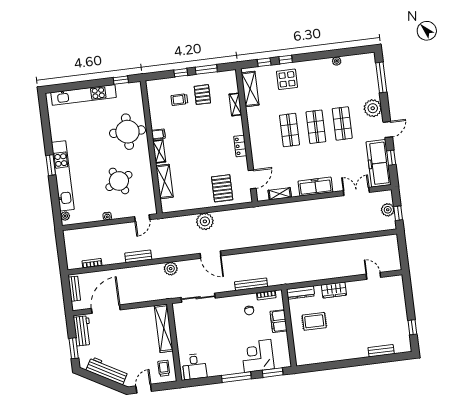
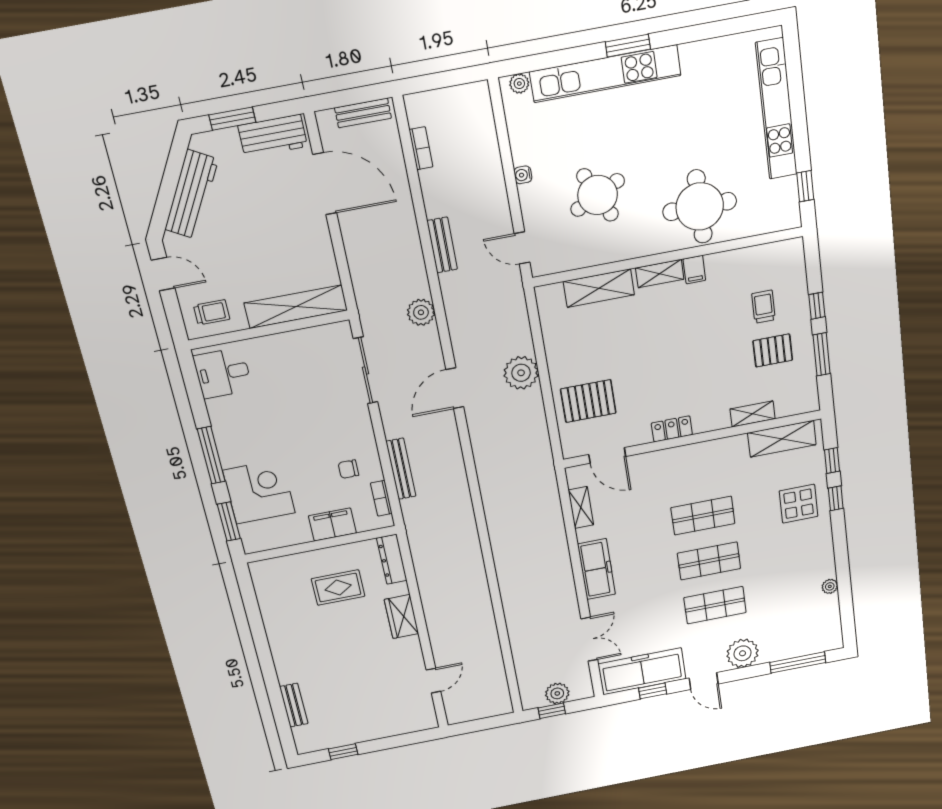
rug: (314, 321) -> (338, 588), turned 90

